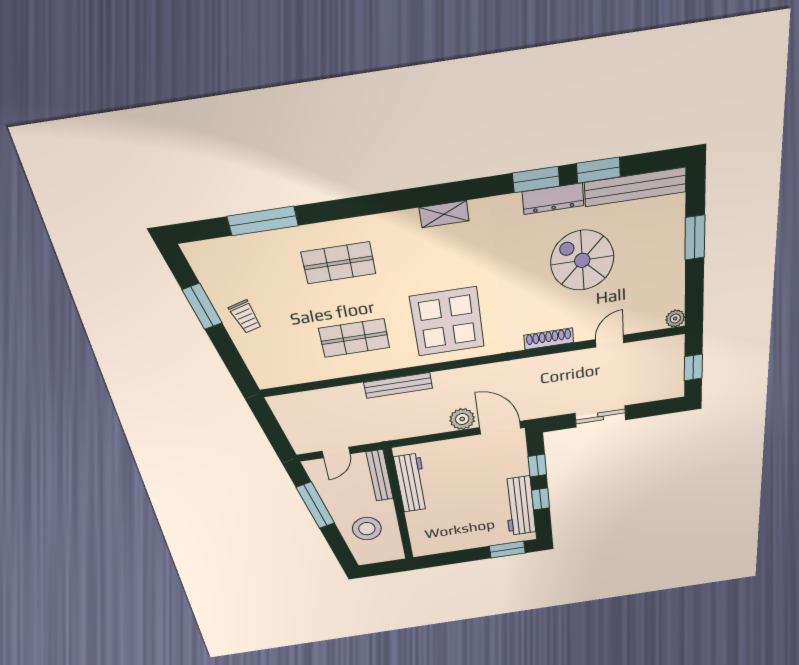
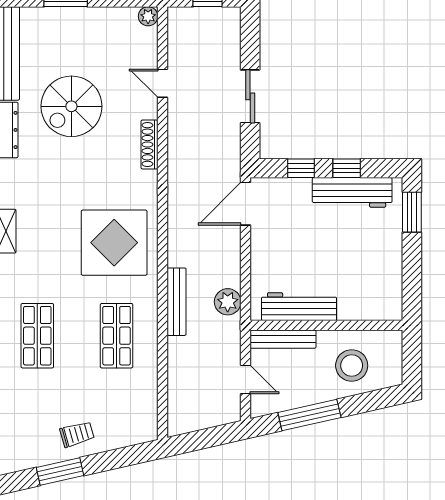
plant: (462, 419) -> (228, 302), moved

